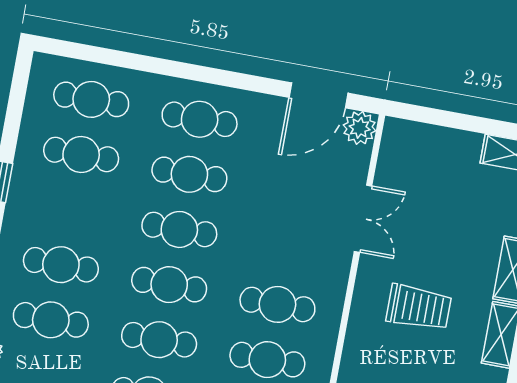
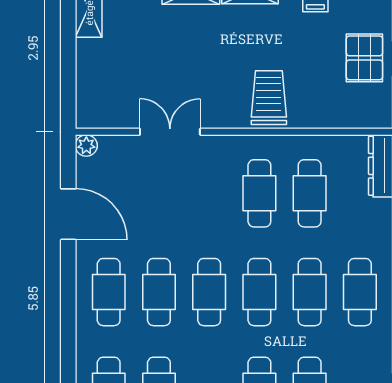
door: (319, 95) -> (68, 214), moved
plant: (360, 128) -> (86, 145), width x0.73, depth x0.73
trolley: (419, 307) -> (269, 98), moved

